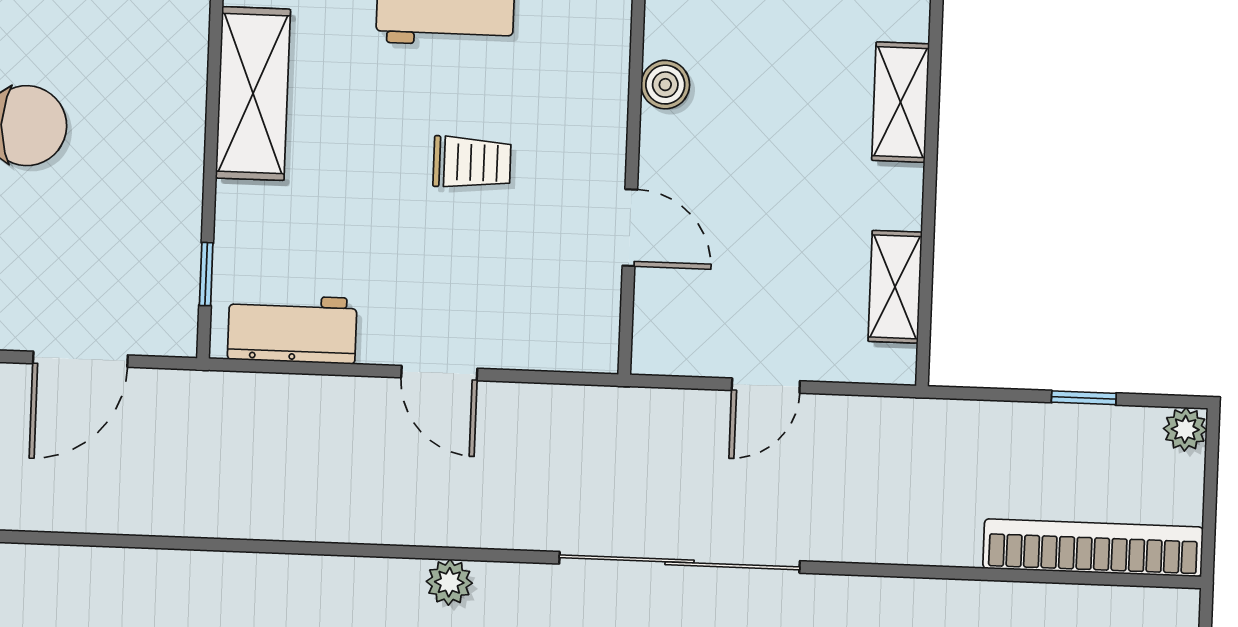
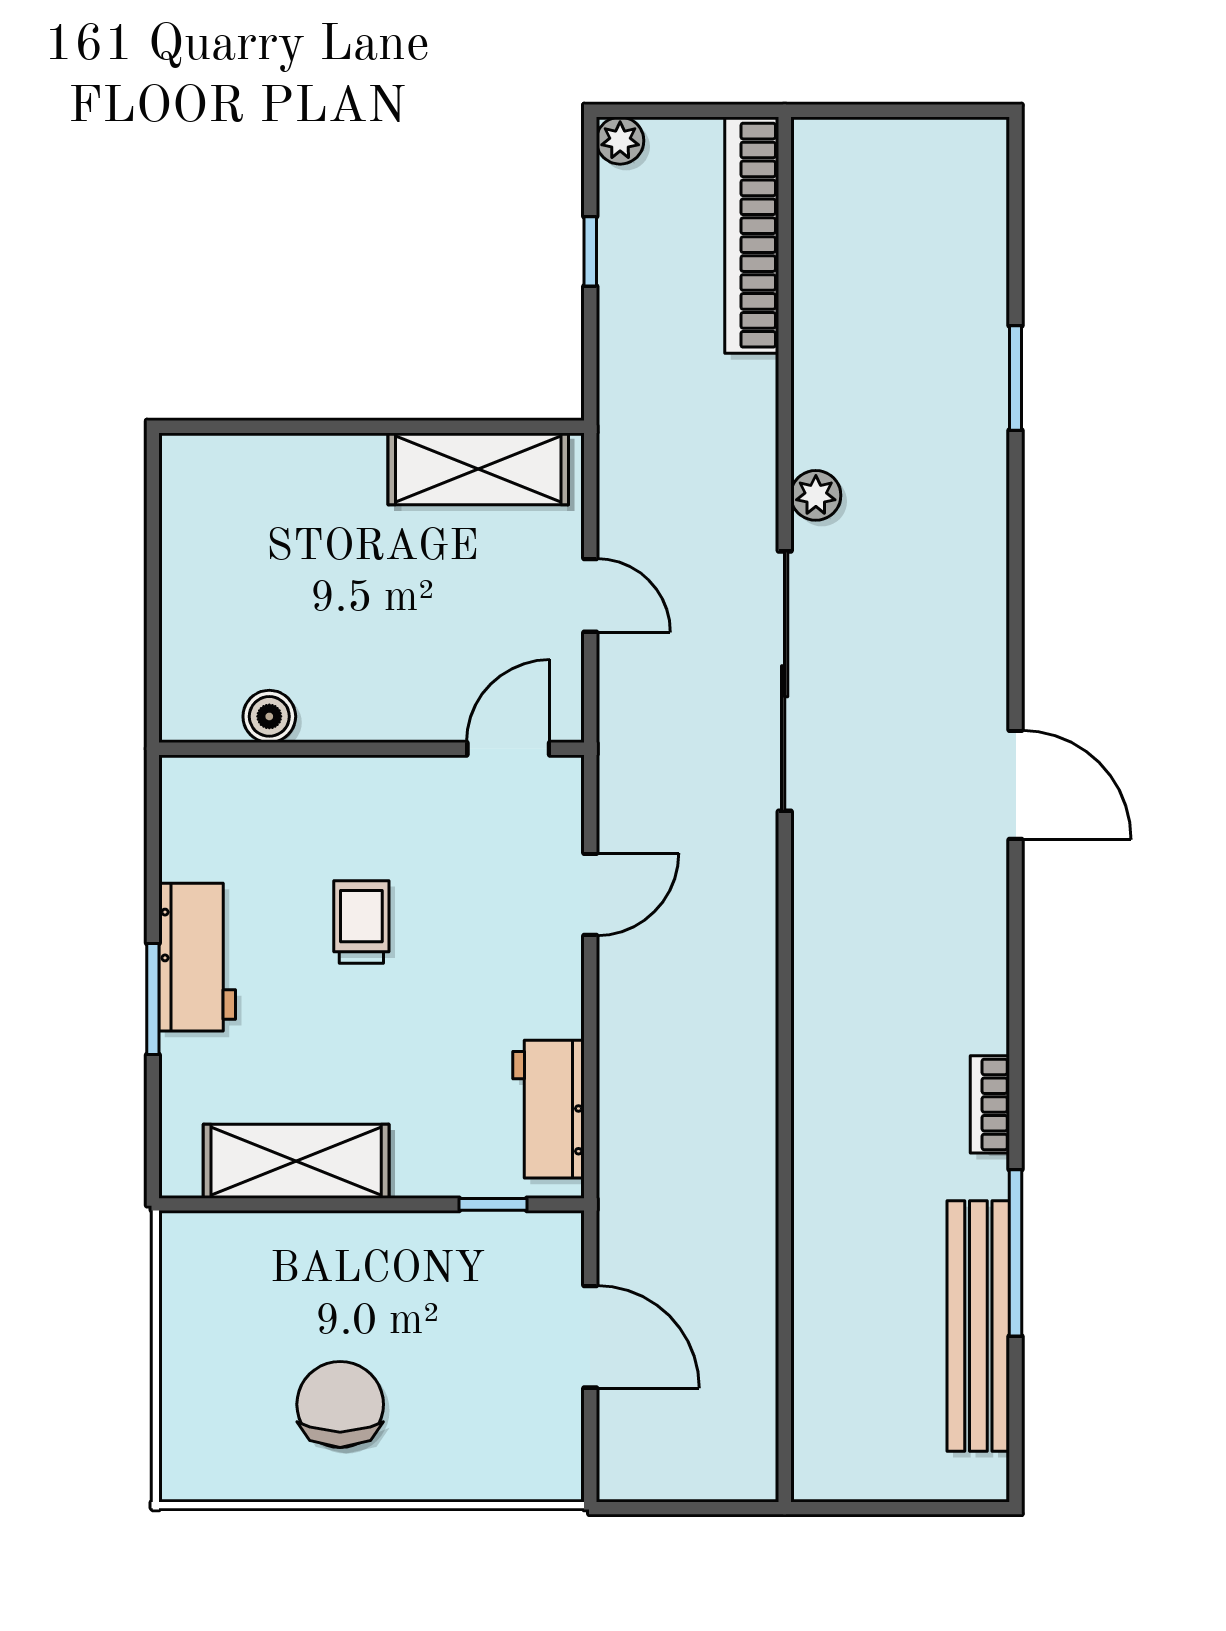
shelving: (901, 102) -> (278, 462), removed
door: (630, 228) -> (508, 749), moved
shelving: (895, 287) -> (478, 469), width x1.50, depth x1.33
door: (439, 373) -> (590, 894), moved
plant: (449, 582) -> (816, 495), moved

